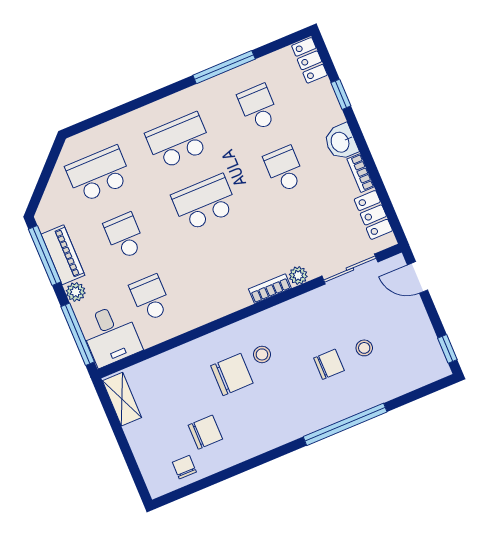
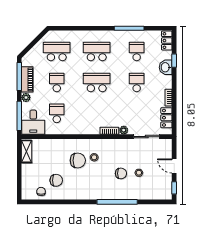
washbasin: (341, 142) -> (166, 67), moved
door: (417, 277) -> (174, 166), moved

